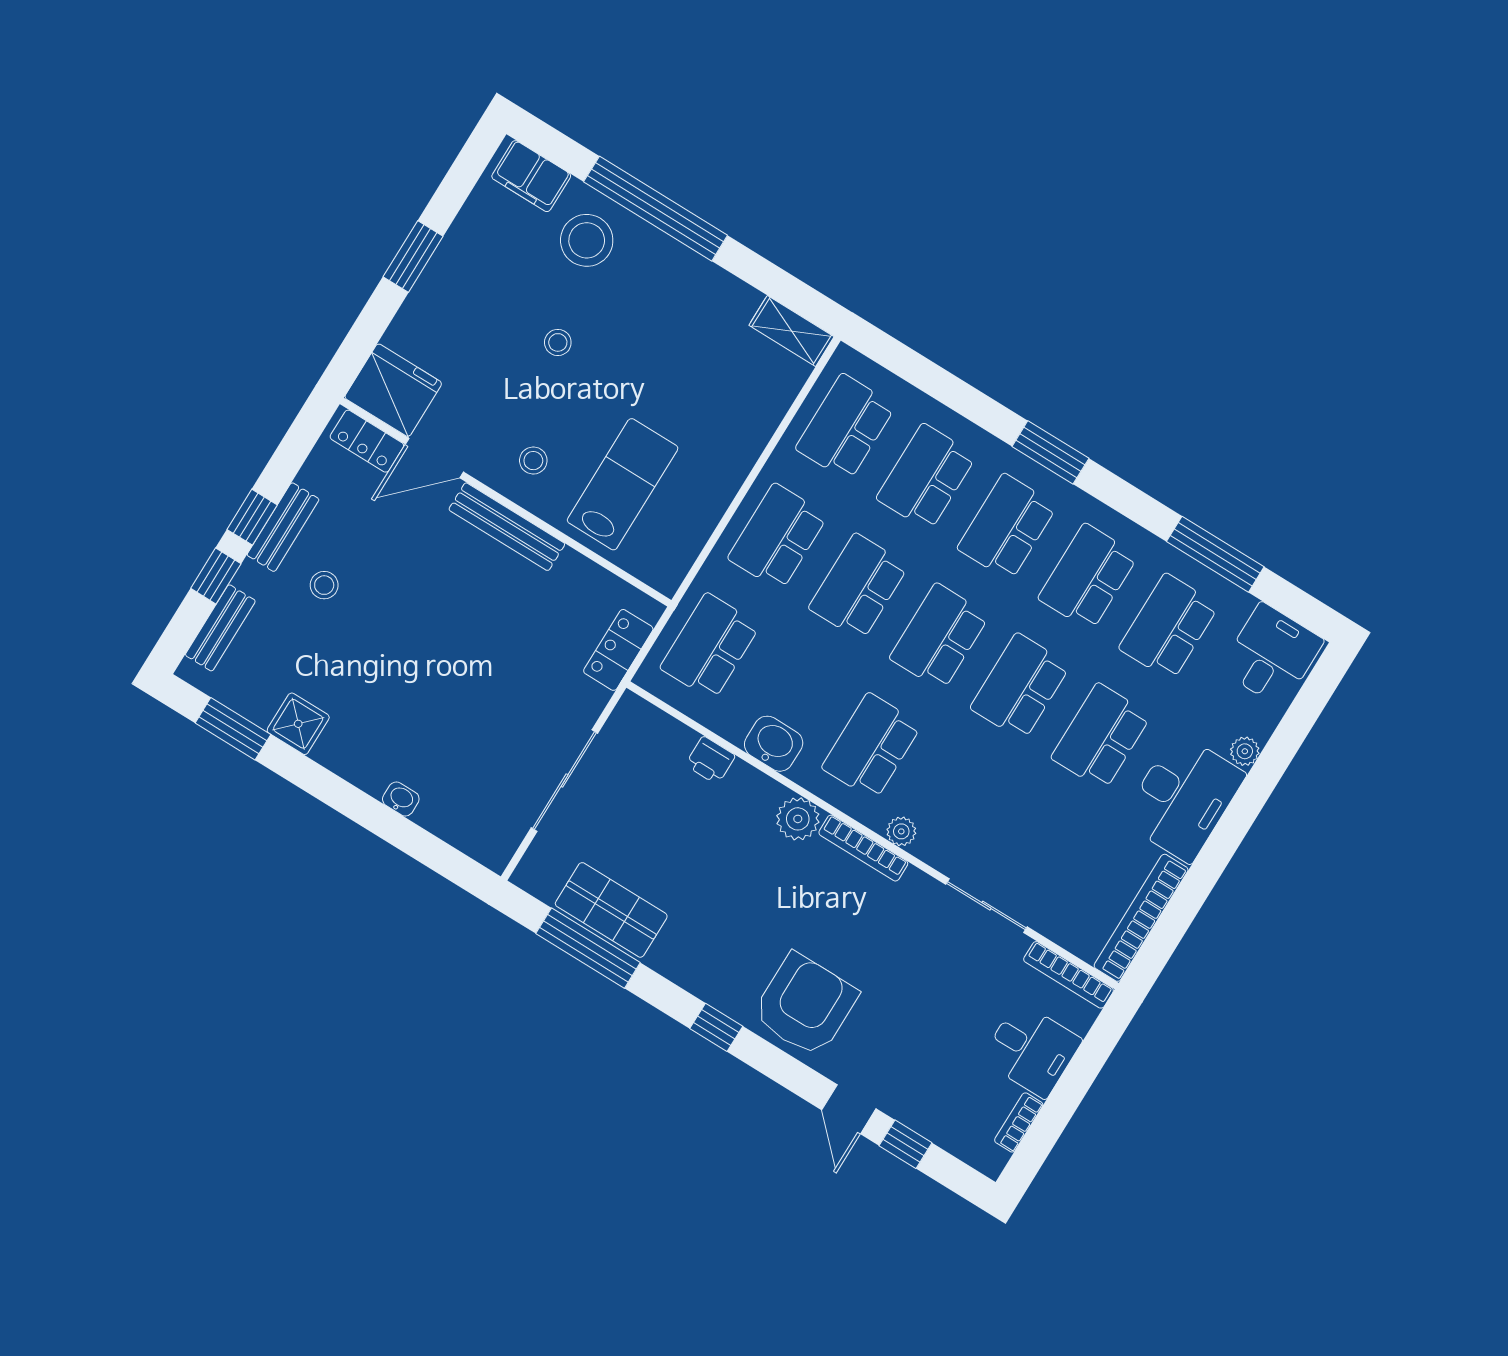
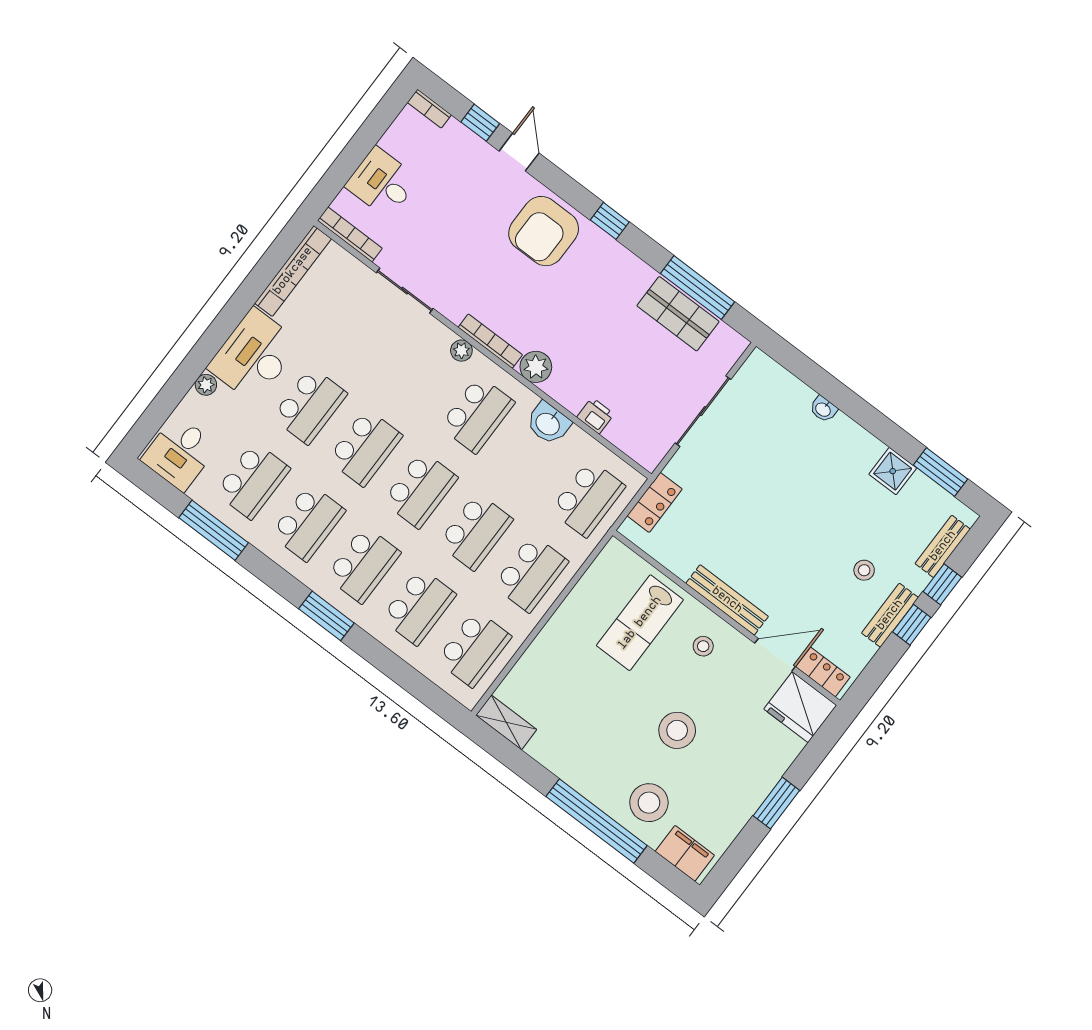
stool: (558, 342) -> (677, 730), width x1.89, depth x1.89
bookcase: (1019, 1122) -> (429, 109), moved, turned 90

